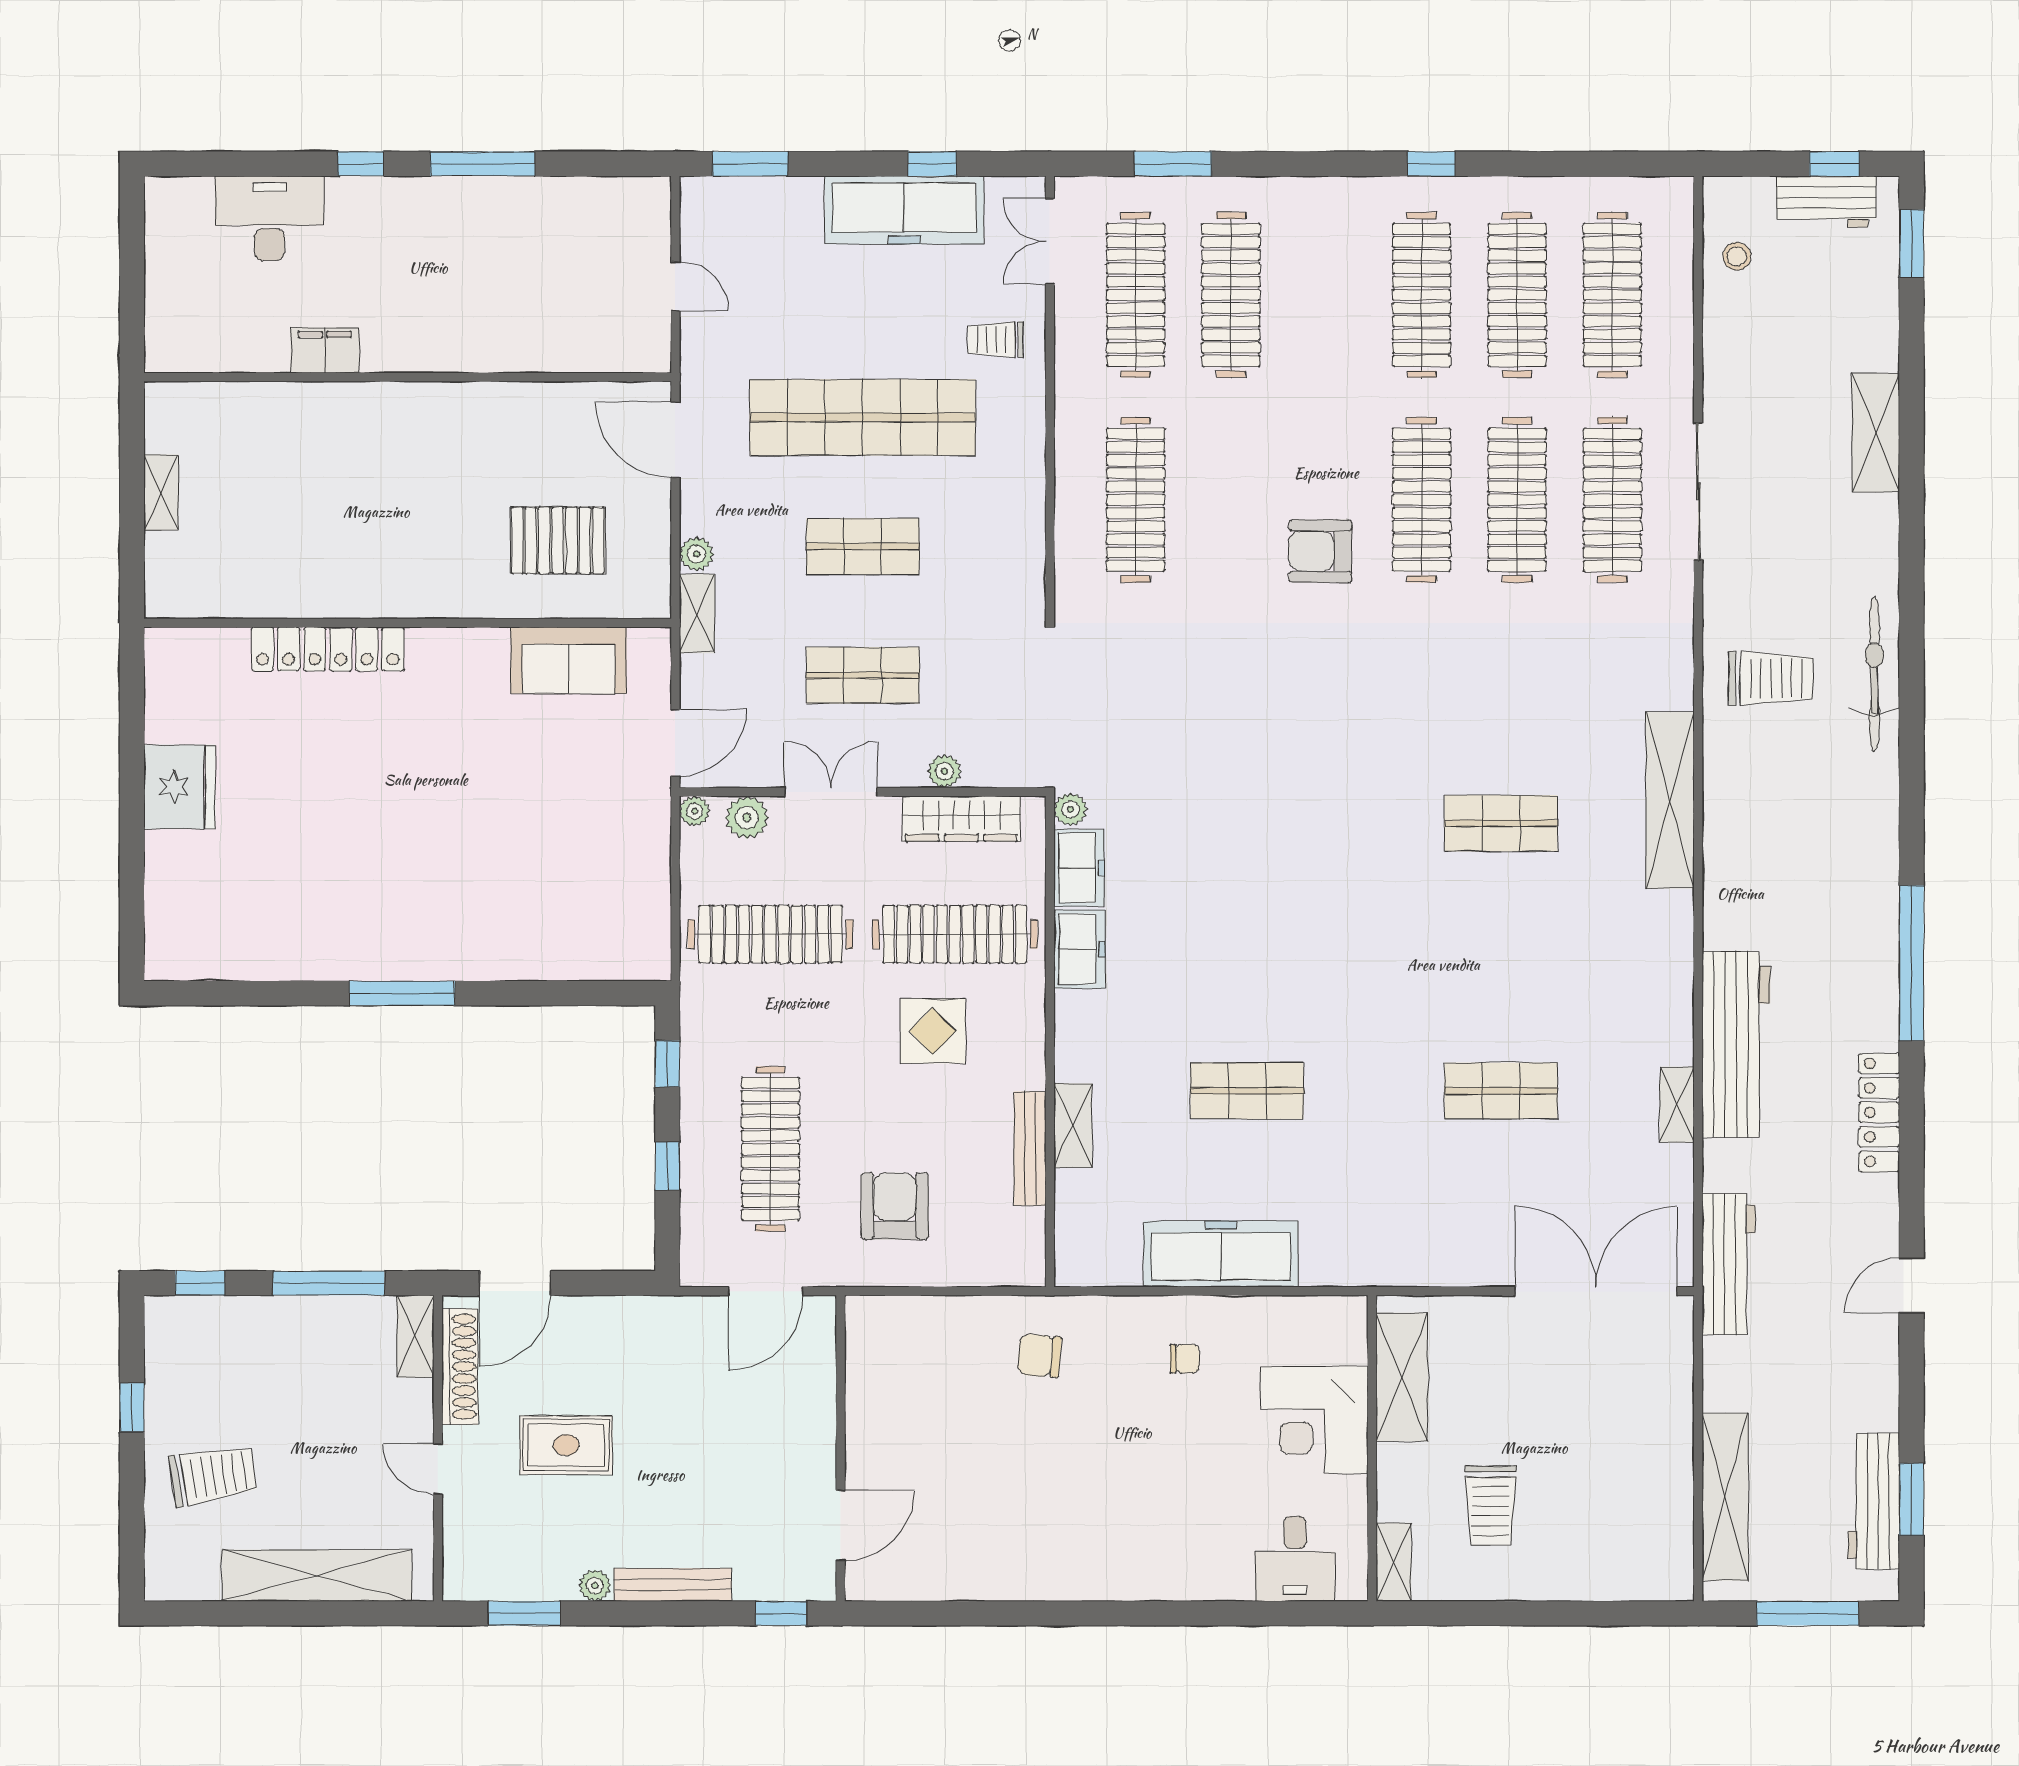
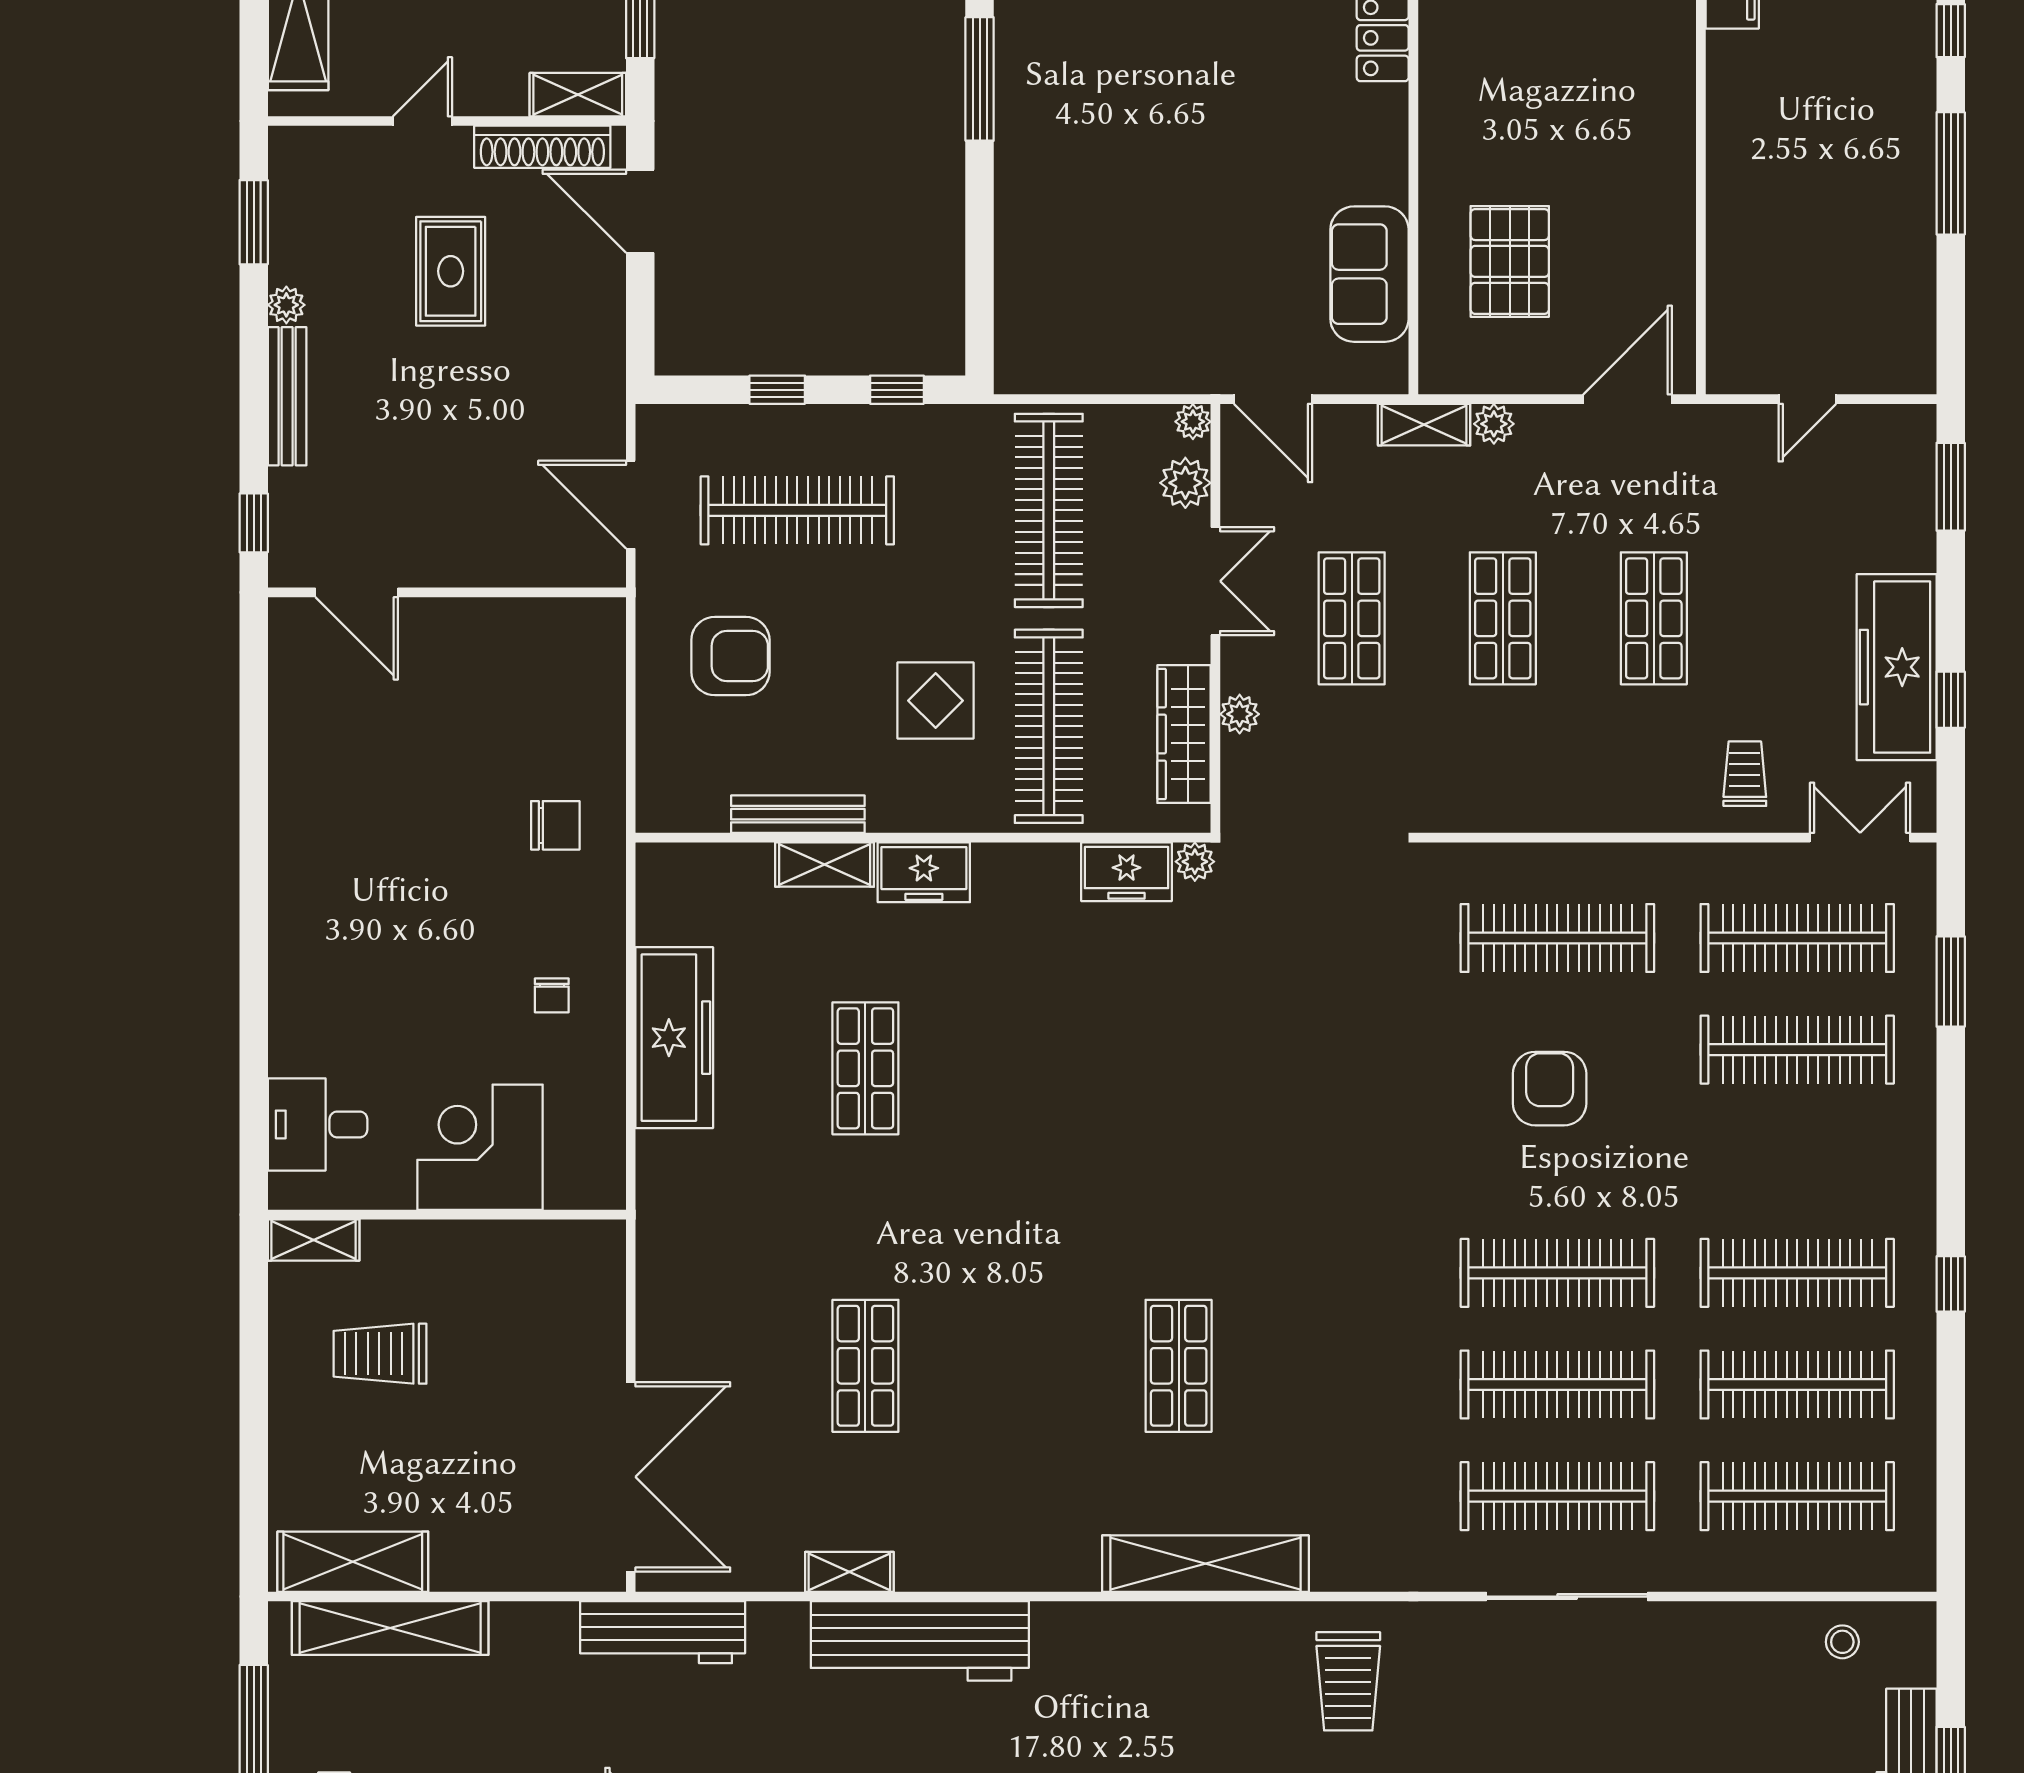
shop shelf: (863, 417) -> (1654, 618), width x0.50, depth x0.74
armchair: (1320, 551) -> (1550, 1089), moved
freezer: (1080, 949) -> (924, 872), moved
chair: (1039, 1356) -> (555, 825), turned 85
shelving: (1402, 1377) -> (353, 1562), moved

